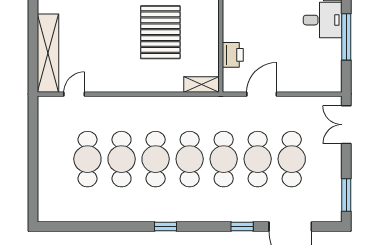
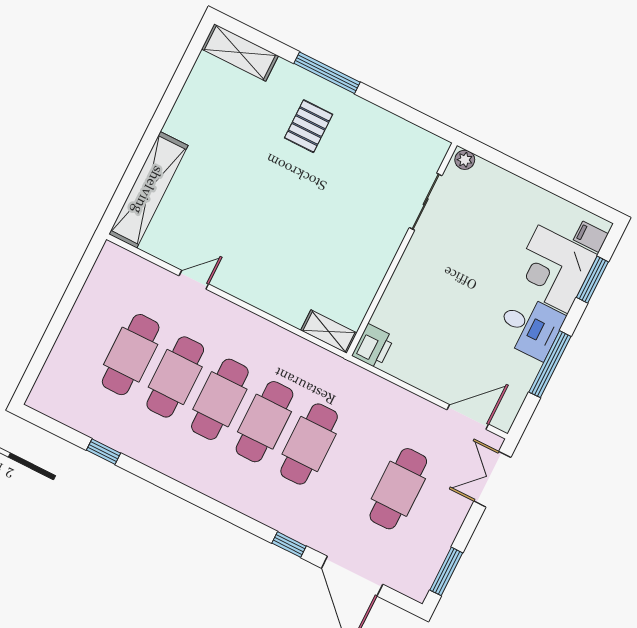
pallet: (160, 32) -> (309, 236), removed
printer: (233, 55) -> (373, 346), moved
door: (74, 94) -> (194, 280), moved
door: (262, 94) -> (468, 417), moved
cafe table: (258, 159) -> (354, 466), removed
window: (165, 227) -> (103, 452), moved

